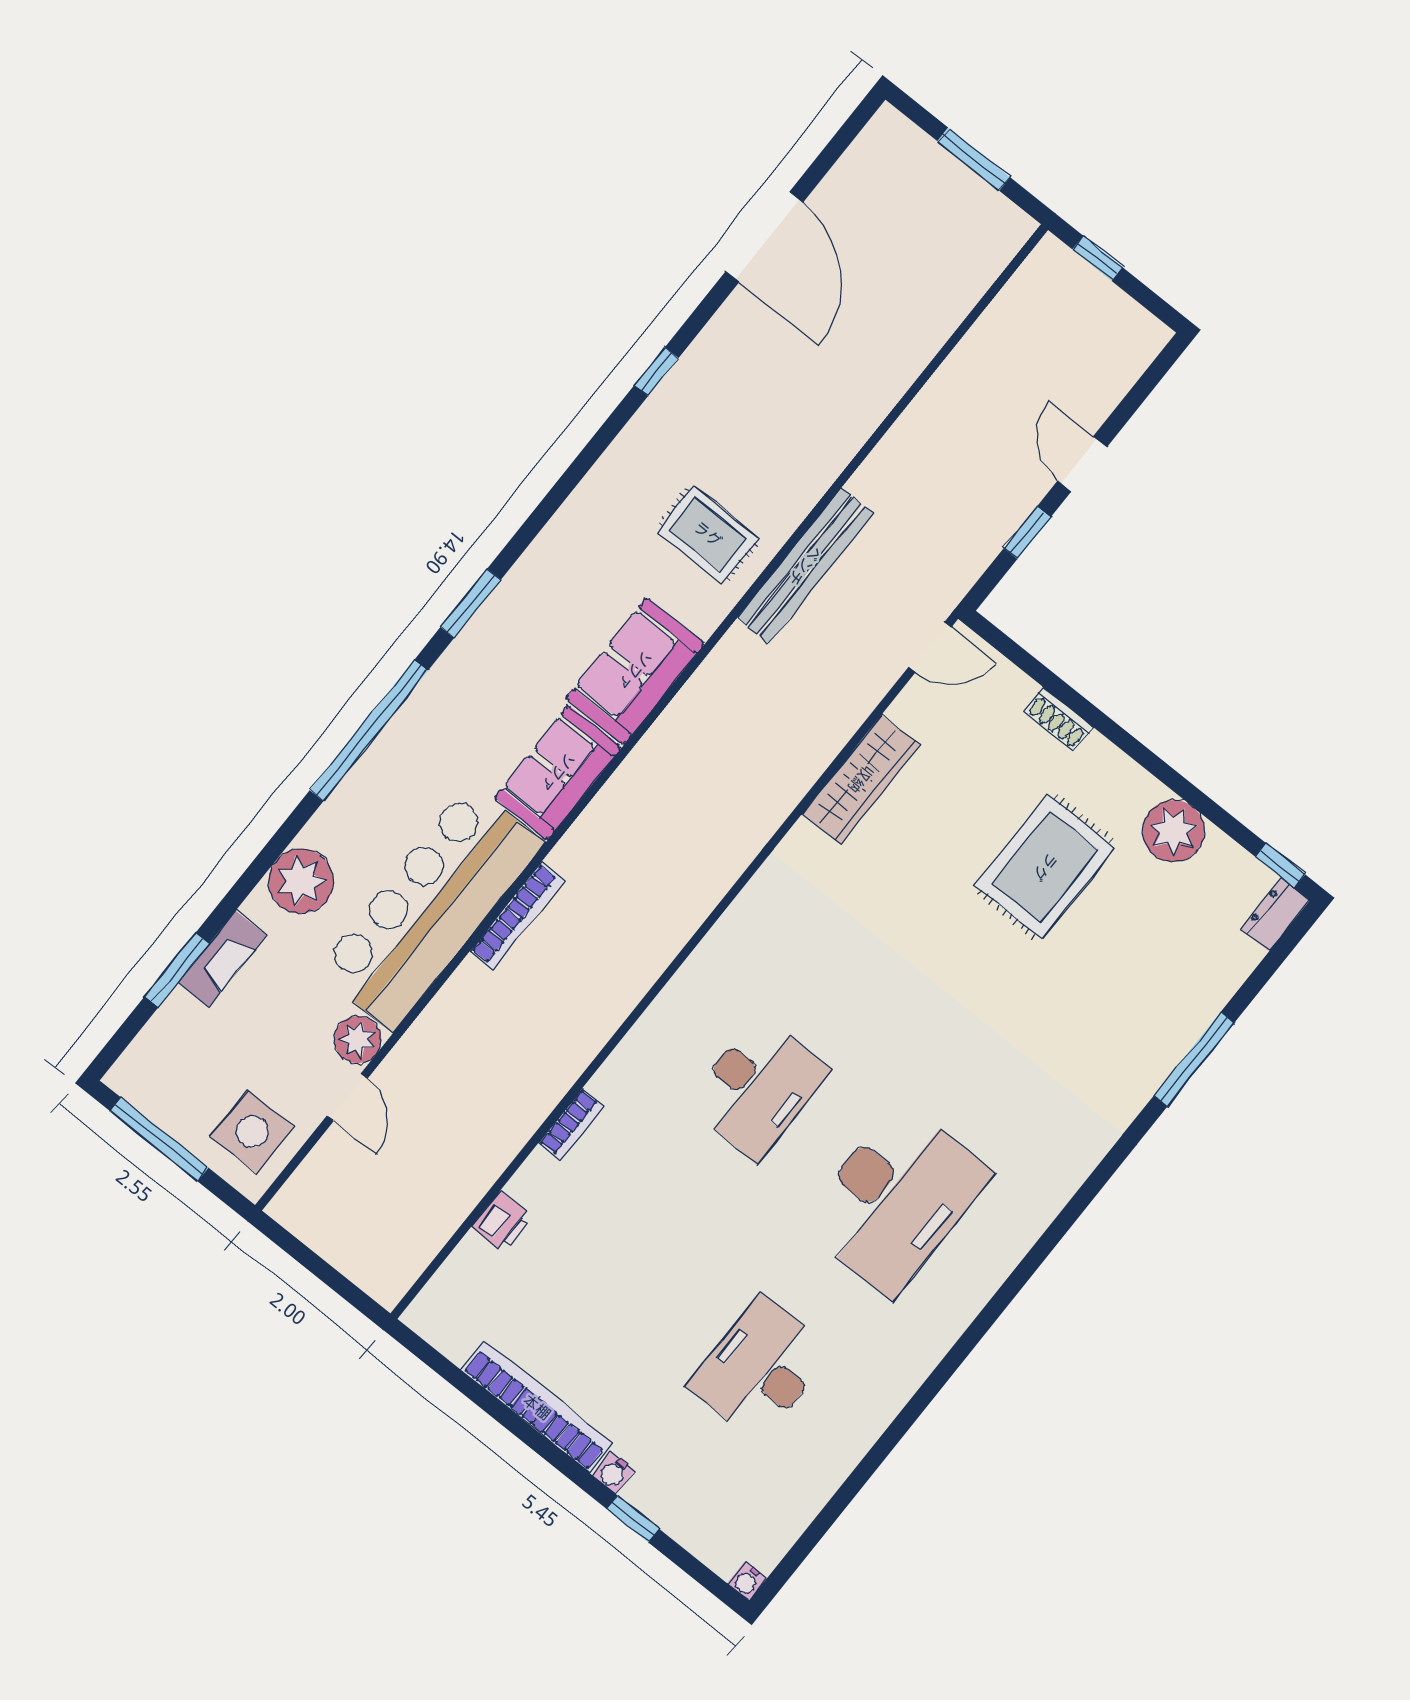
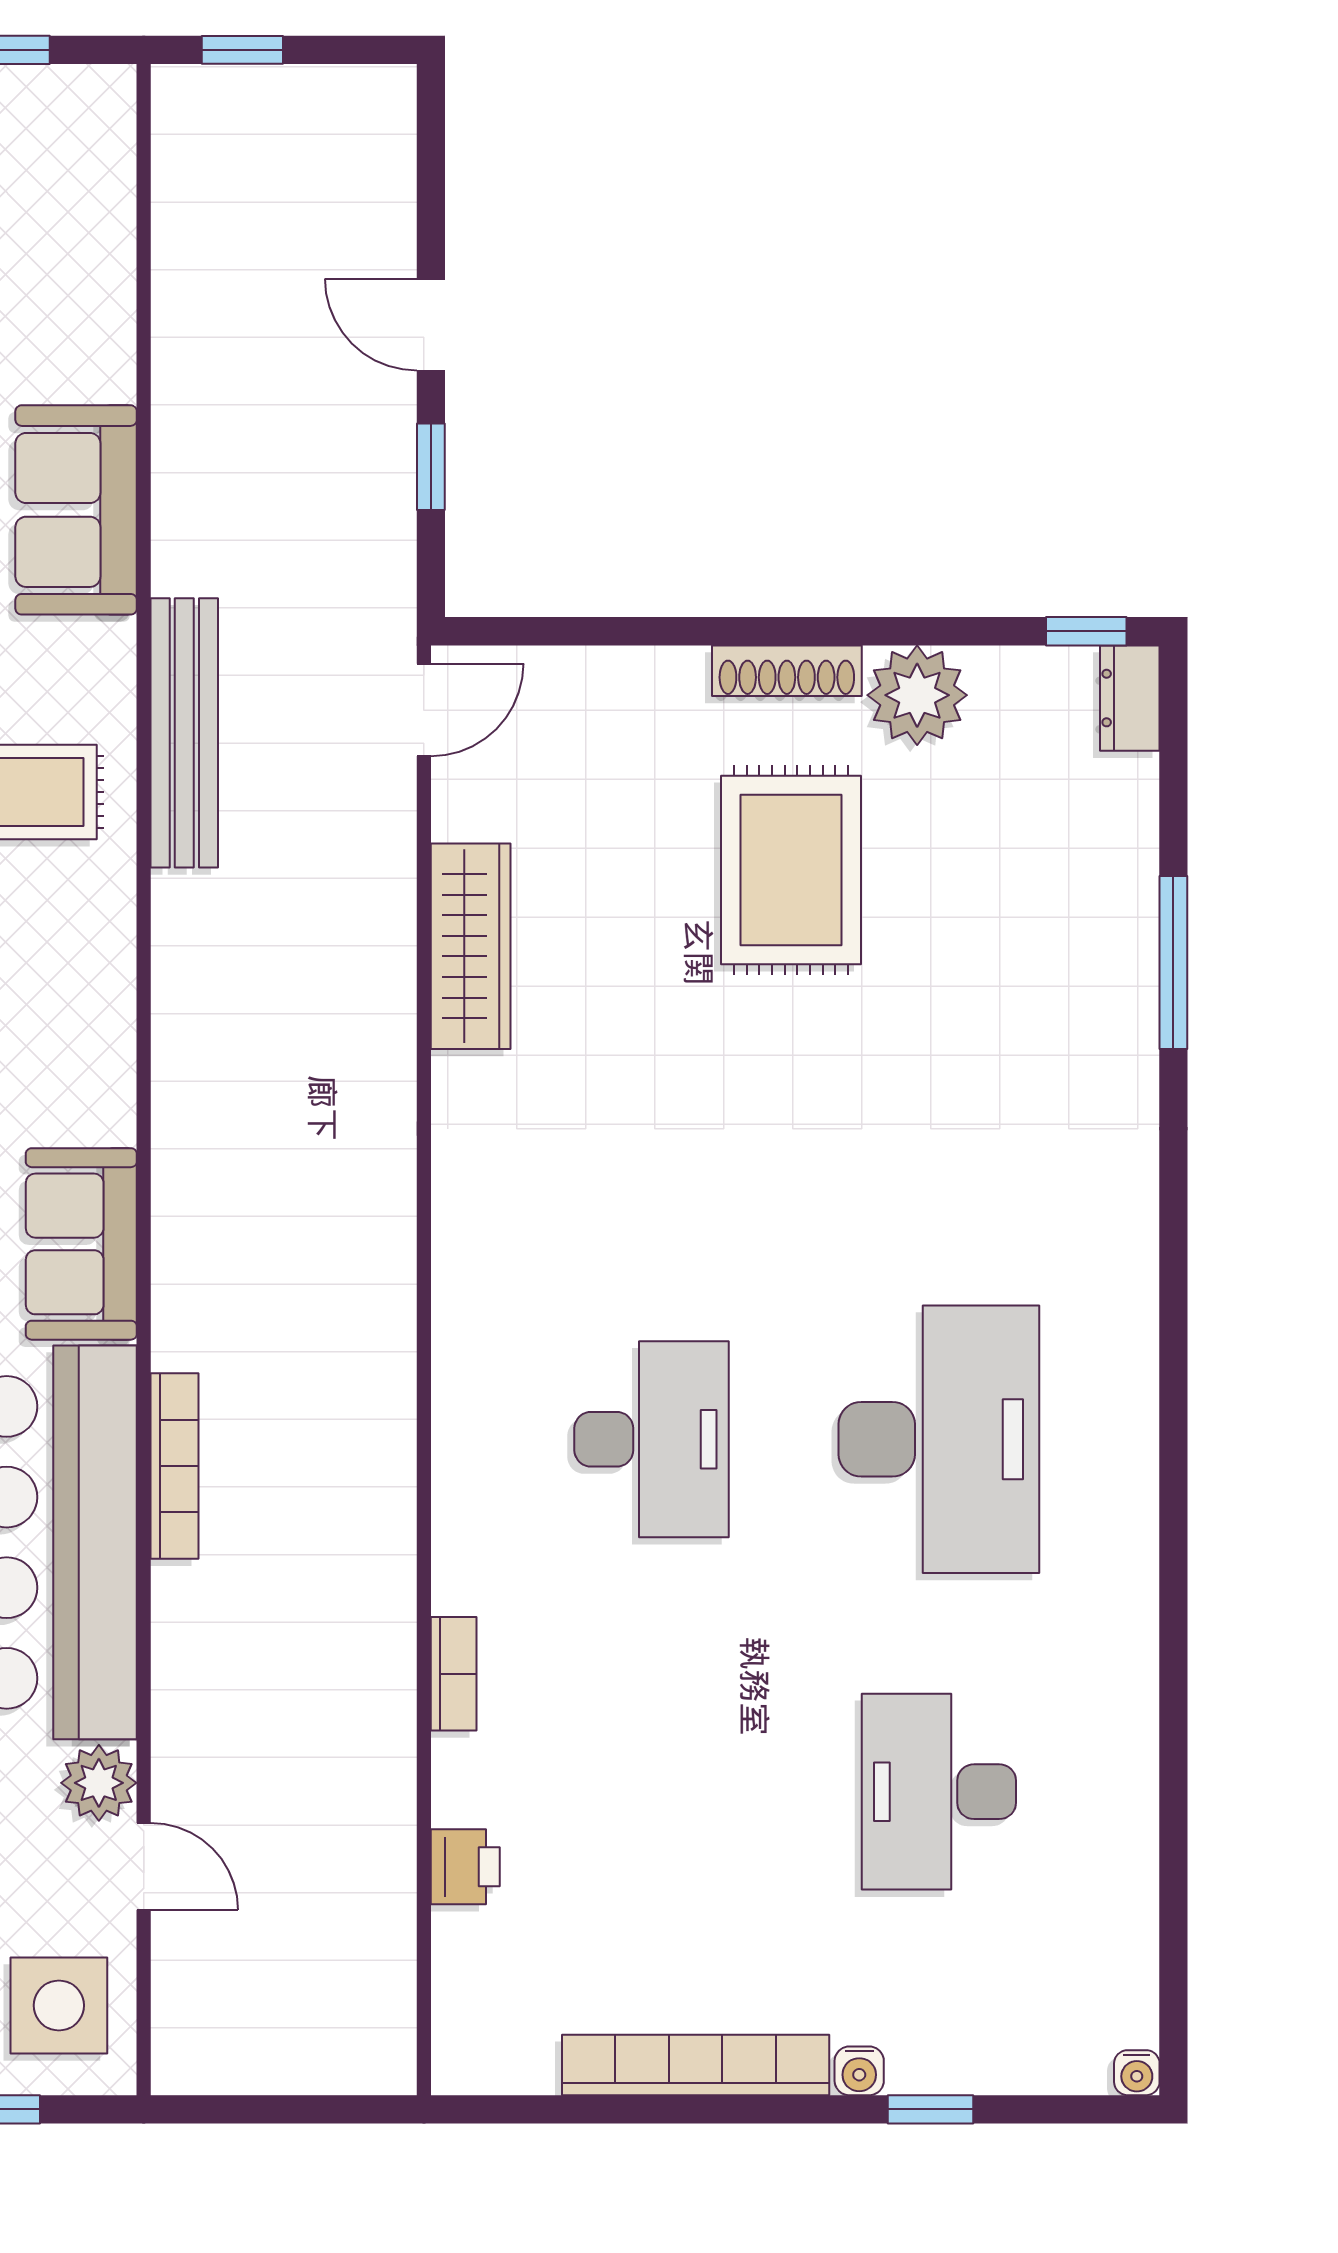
sofa: (635, 671) -> (76, 510), moved
shoe rack: (1059, 719) -> (787, 671), moved, width x1.43

